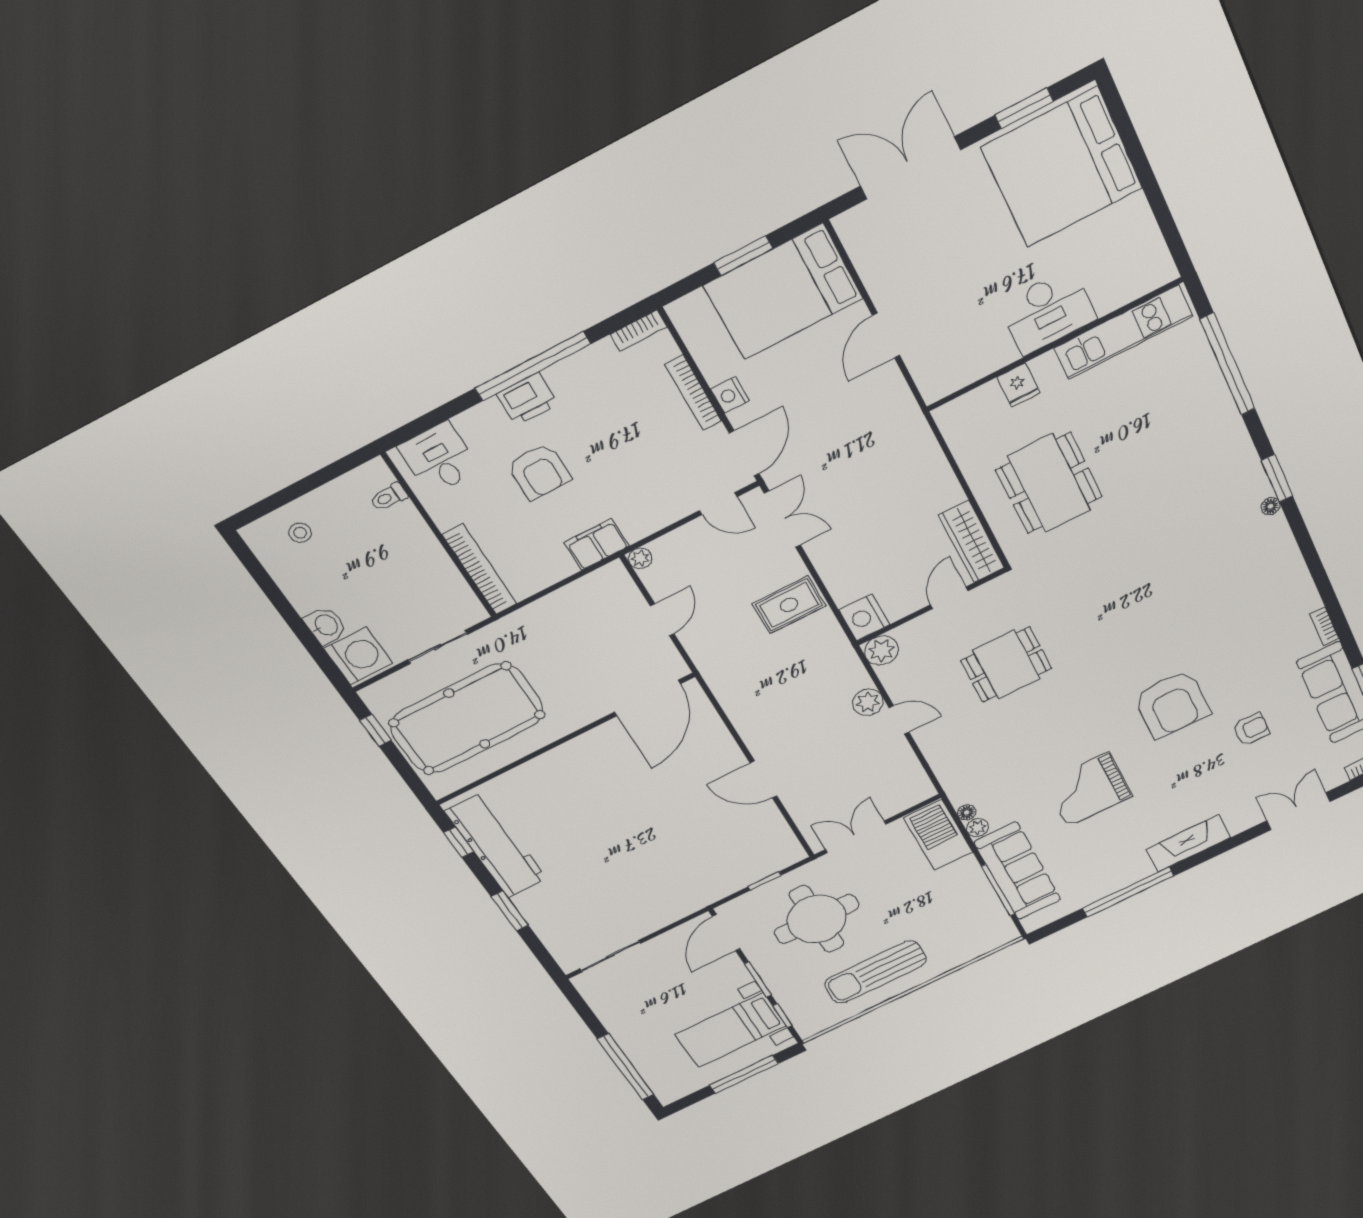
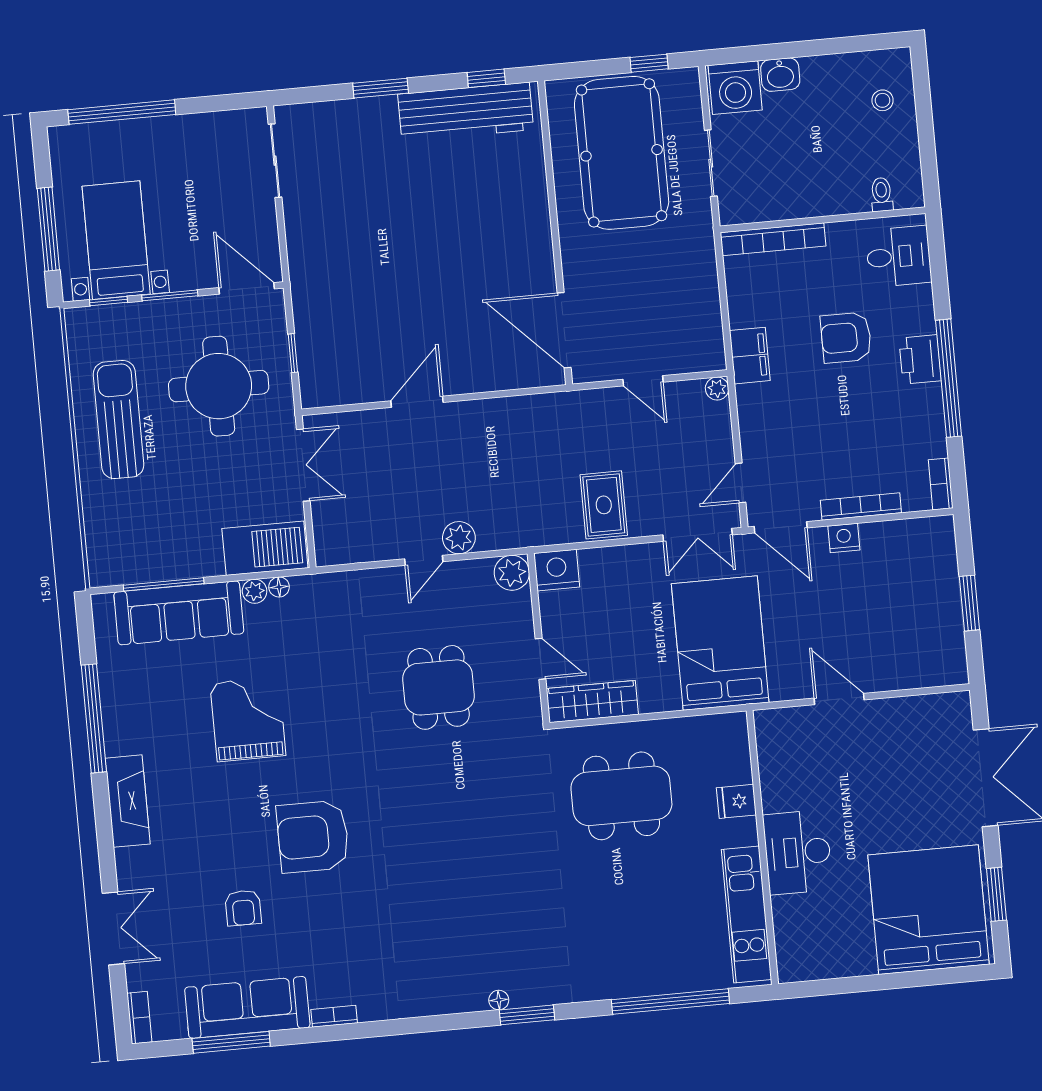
bed: (783, 292) -> (720, 643), moved

